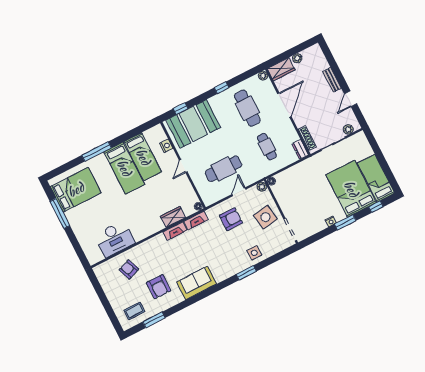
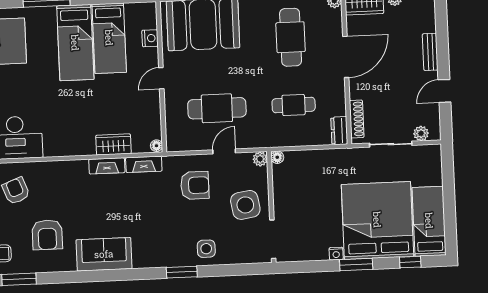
cafe table: (267, 147) -> (294, 105), turned 90
bed: (351, 189) -> (377, 220), width x1.36

